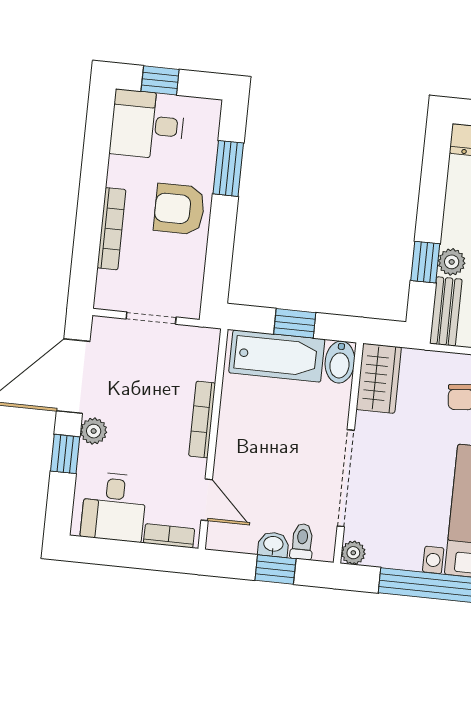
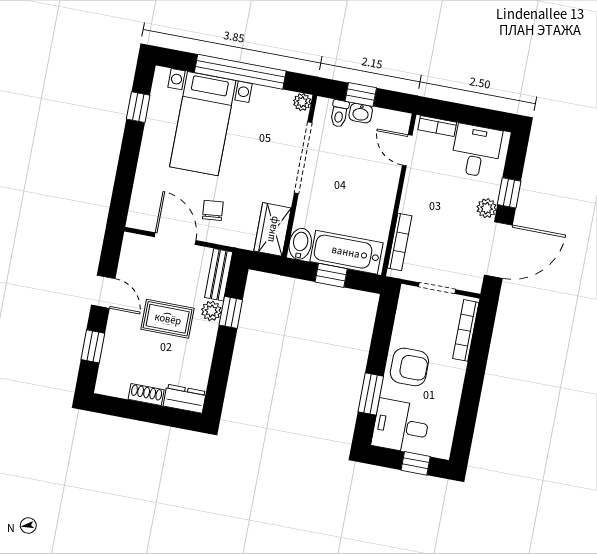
desk: (147, 125) -> (401, 426), moved, turned 180
bookcase: (111, 229) -> (466, 330), moved
bookcase: (202, 419) -> (400, 242), moved

